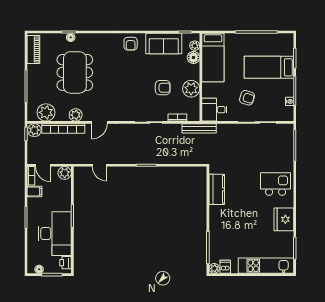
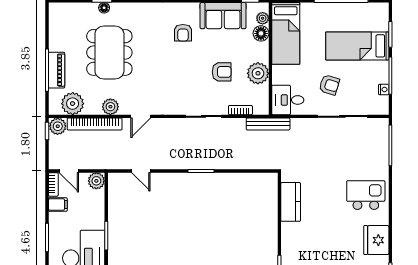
armchair: (131, 44) -> (183, 33), moved
piano: (33, 49) -> (57, 70), moved

